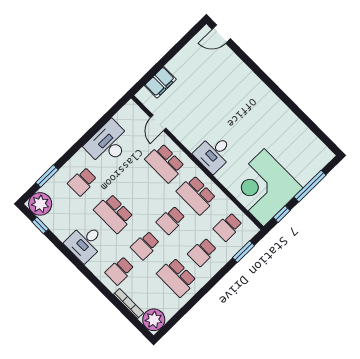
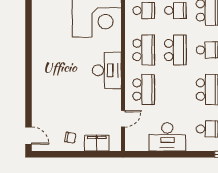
chair: (186, 66) -> (70, 138), added
desk: (214, 153) -> (107, 70), width x1.37
school desk: (171, 220) -> (175, 50), width x1.85

